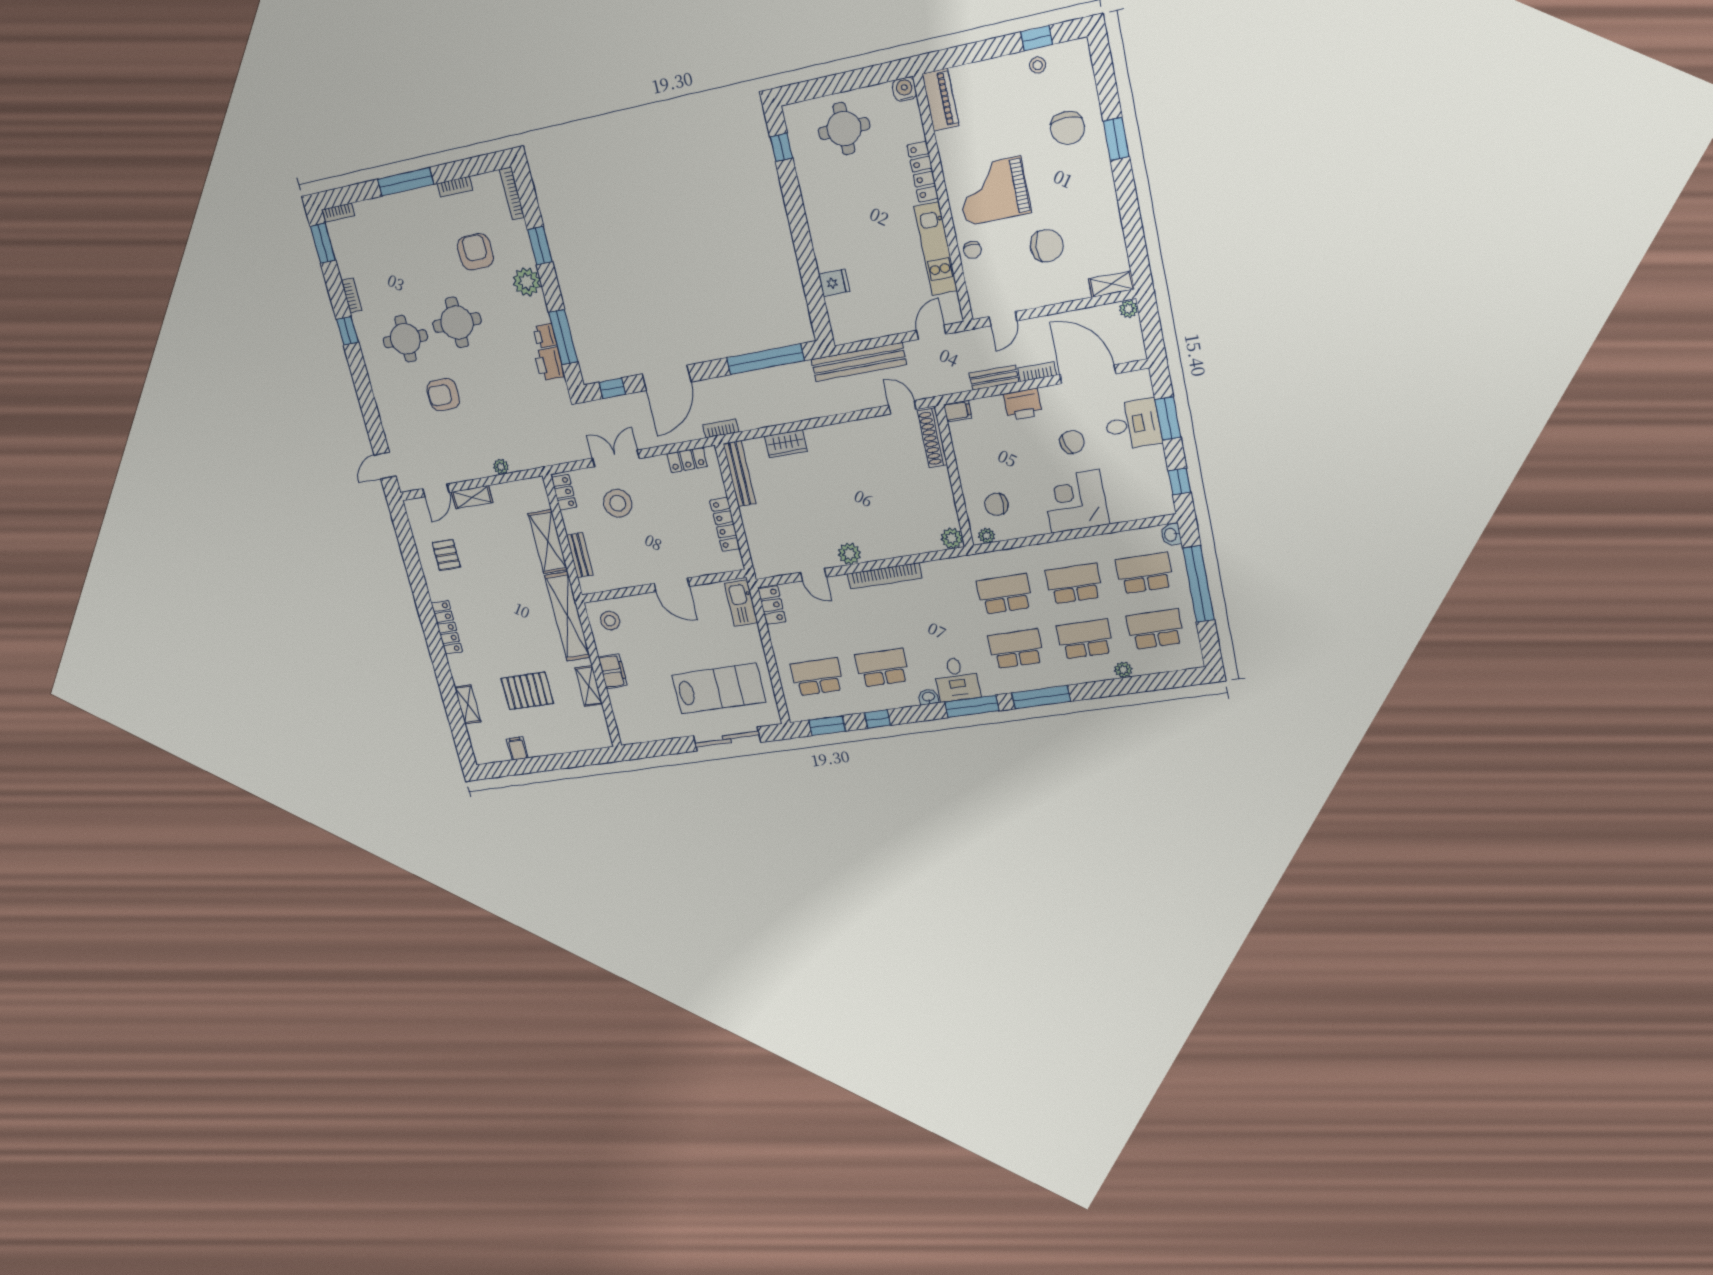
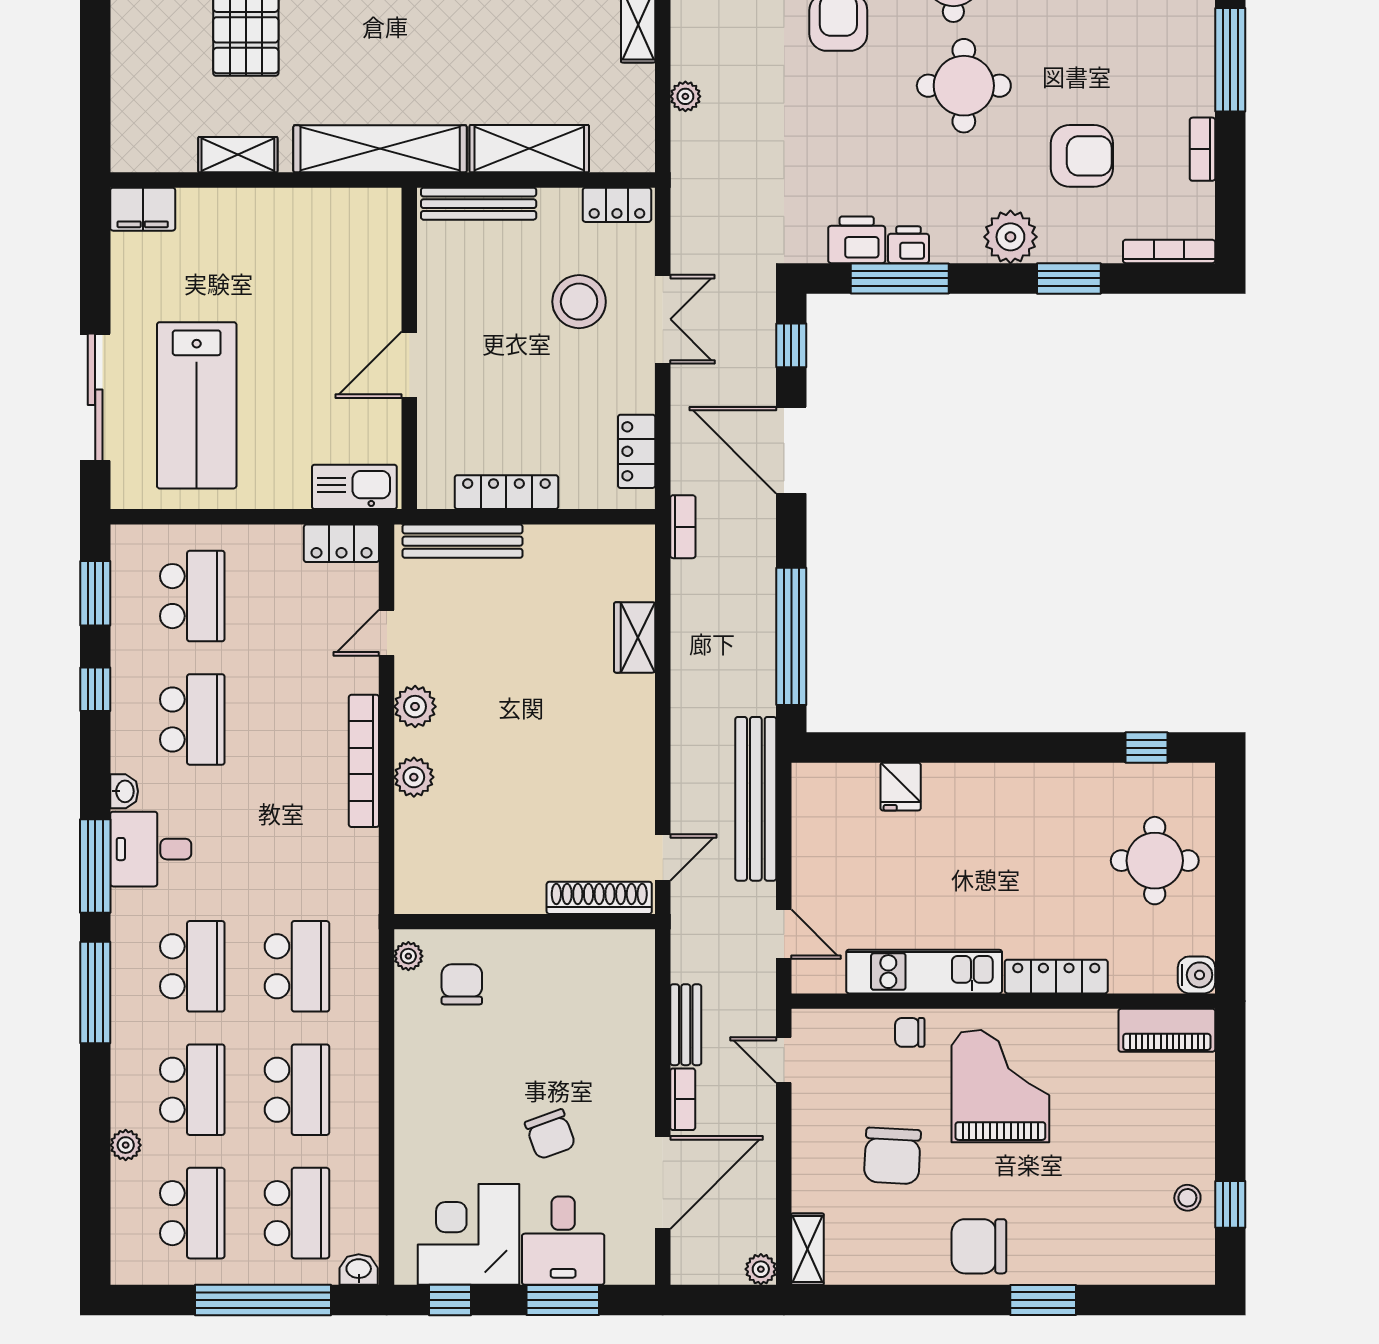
chair: (1068, 128) -> (979, 1246), moved
printer: (1023, 404) -> (631, 1064), removed
filing cabinet: (958, 411) -> (639, 951), removed
bench: (739, 474) -> (463, 541), moved
corner desk: (1075, 501) -> (469, 1234), moved, turned -90
plant: (952, 538) -> (414, 777), moved
bench: (580, 555) -> (479, 204), width x1.36
stool: (610, 621) -> (359, 229), removed
filing cabinet: (613, 671) -> (143, 209), moved

